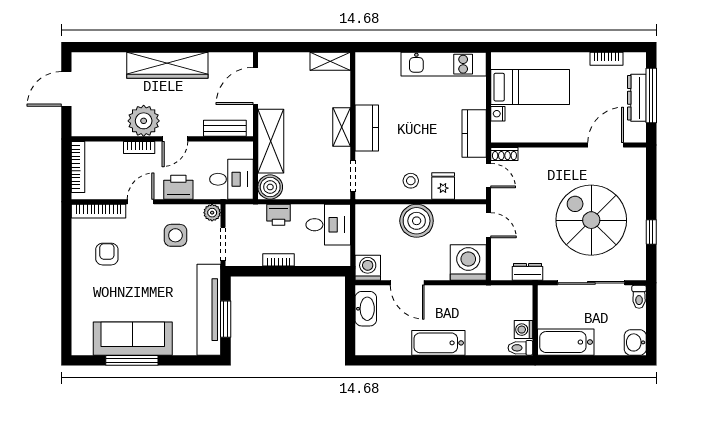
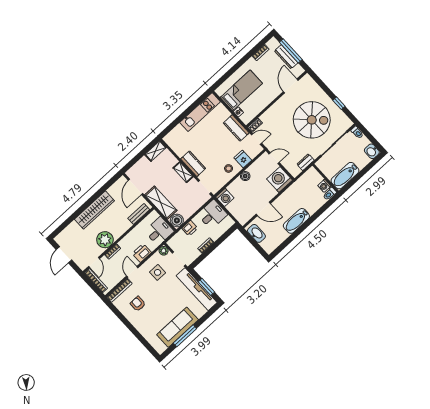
door: (175, 139) -> (94, 263), moved
spiral stairs: (591, 220) -> (312, 120), turned 180
boiler: (417, 221) -> (245, 176), width x0.54, depth x0.54
washing machine: (368, 268) -> (225, 197), moved, turned 180

